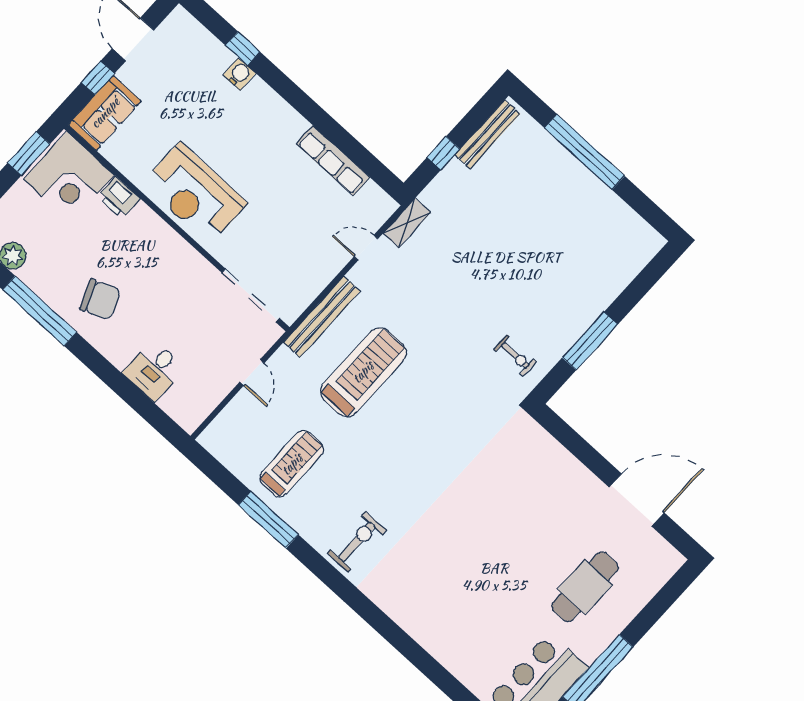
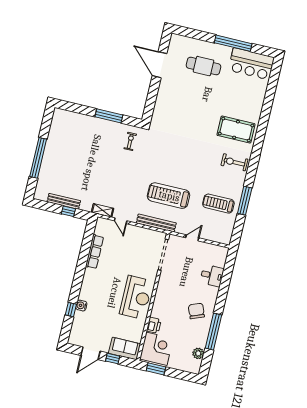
bench: (487, 134) -> (64, 201), moved
pool table: (421, 581) -> (236, 130), added

